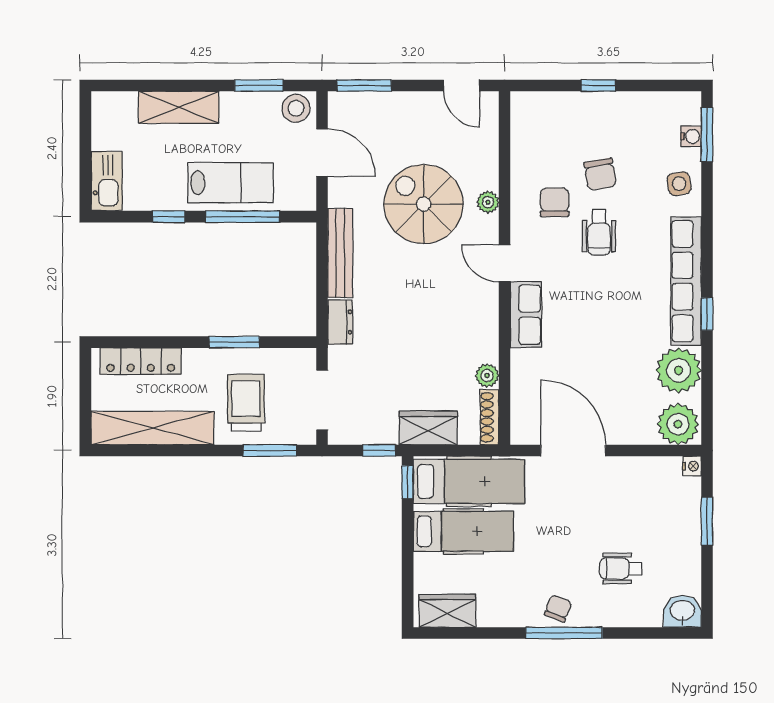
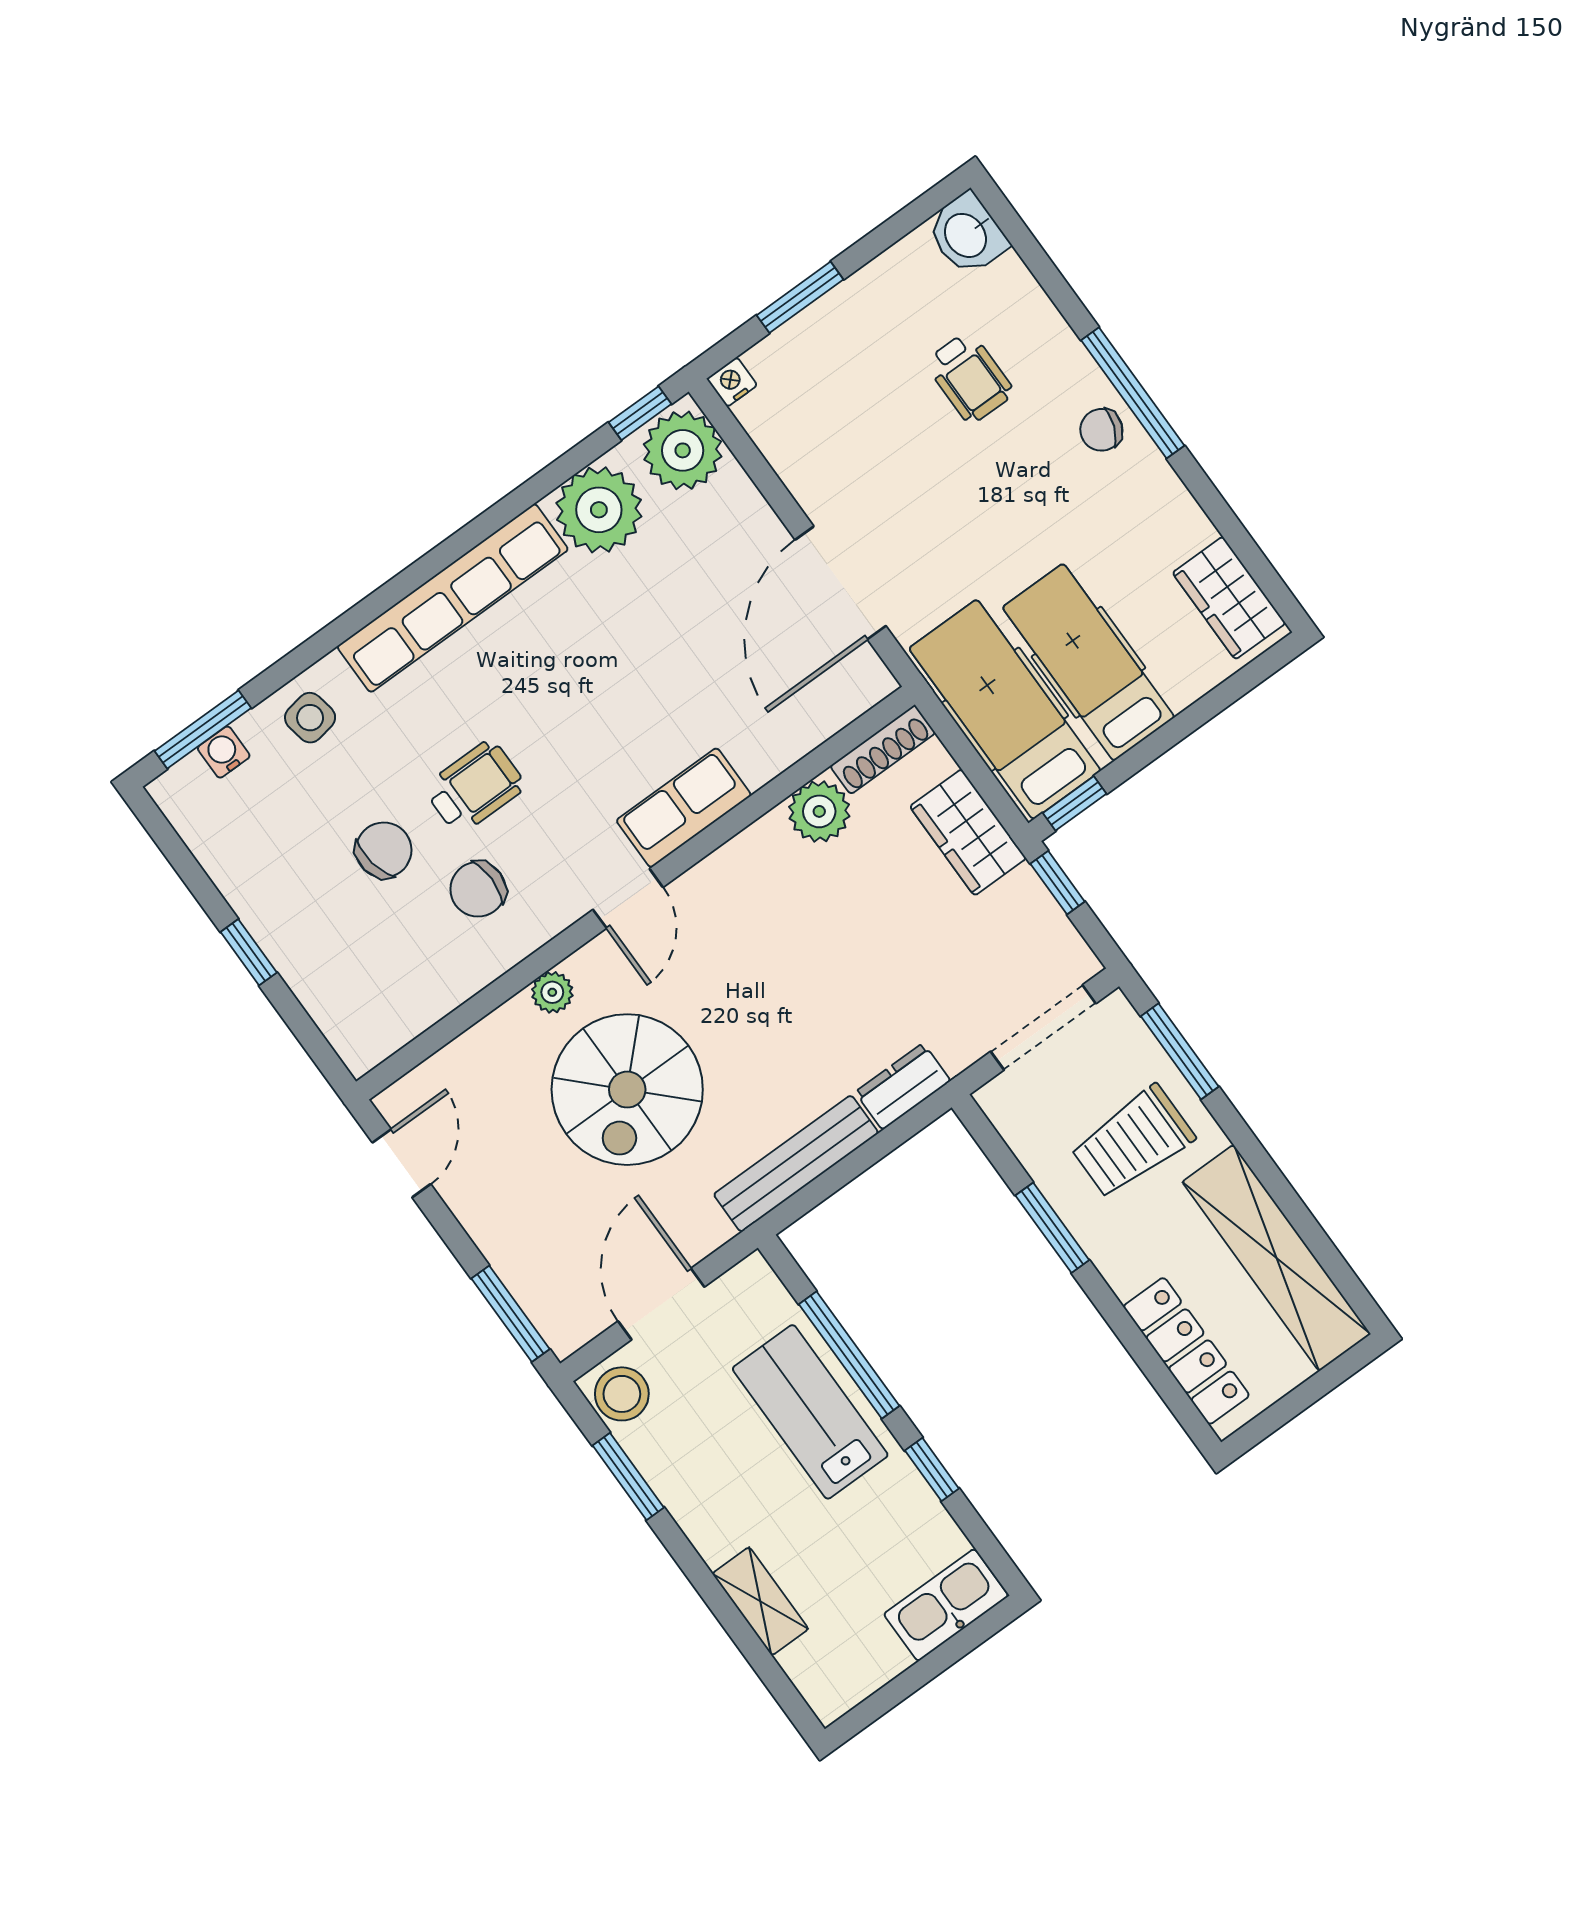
shelving: (179, 107) -> (760, 1601), width x0.67, depth x0.75
window: (707, 314) -> (640, 413), moved
plant: (487, 376) -> (819, 811), width x1.38, depth x1.38

